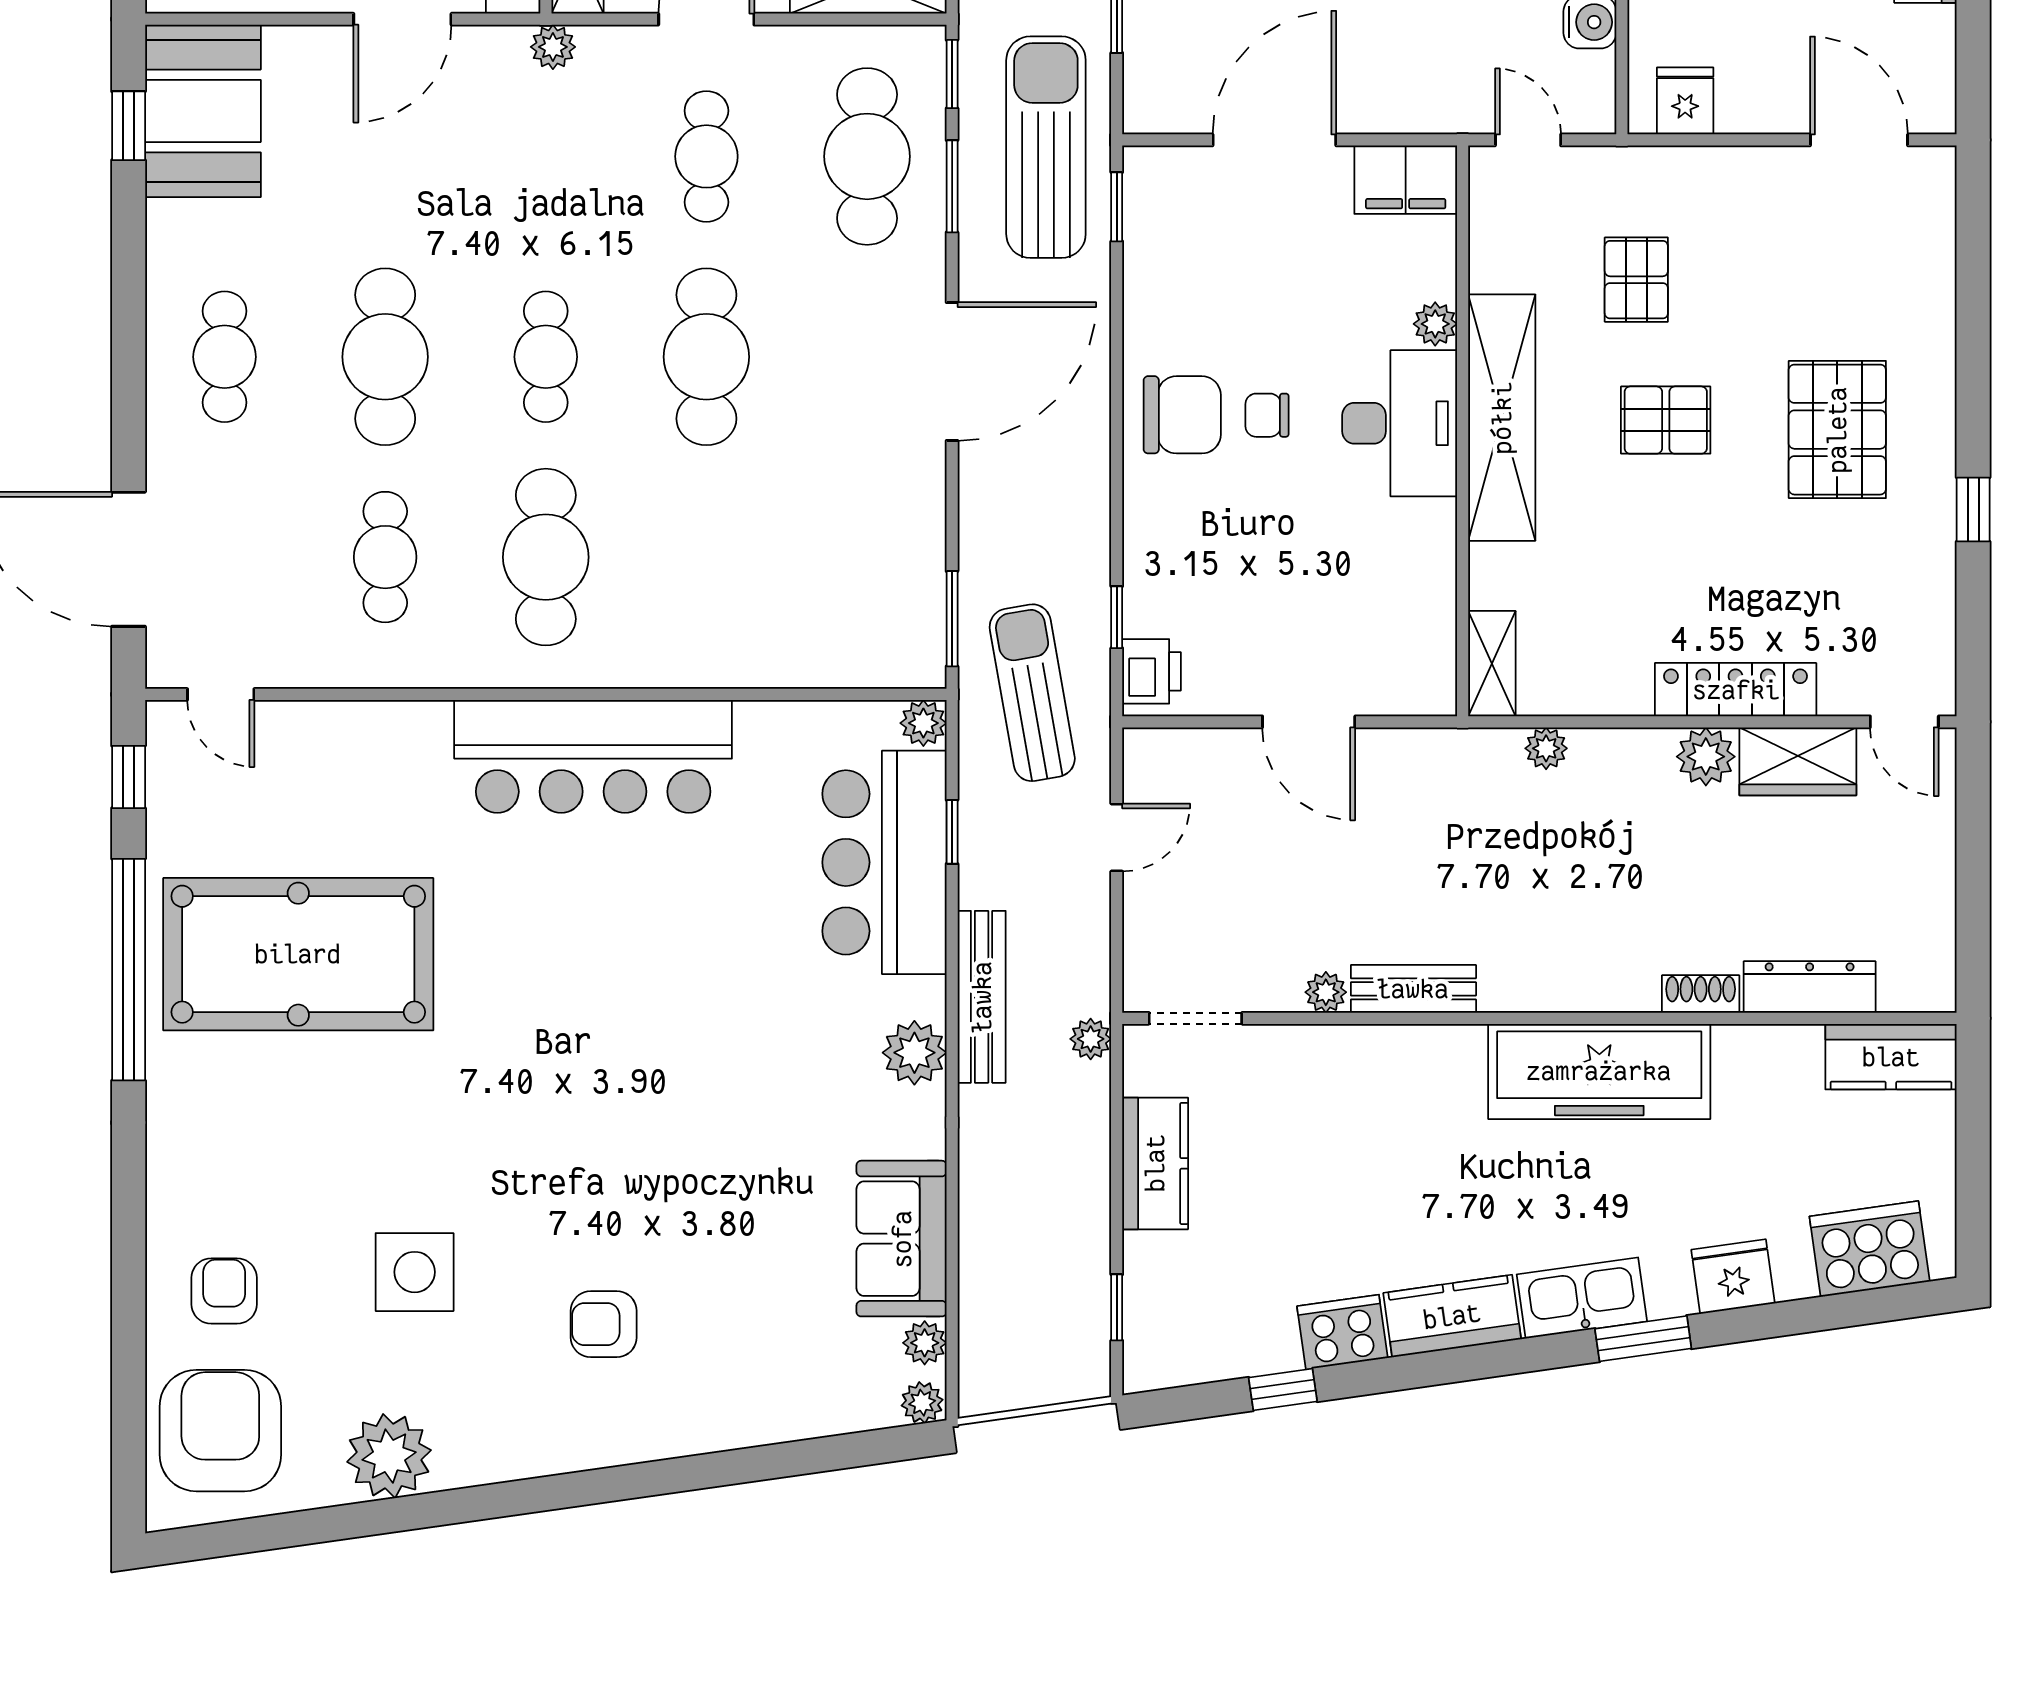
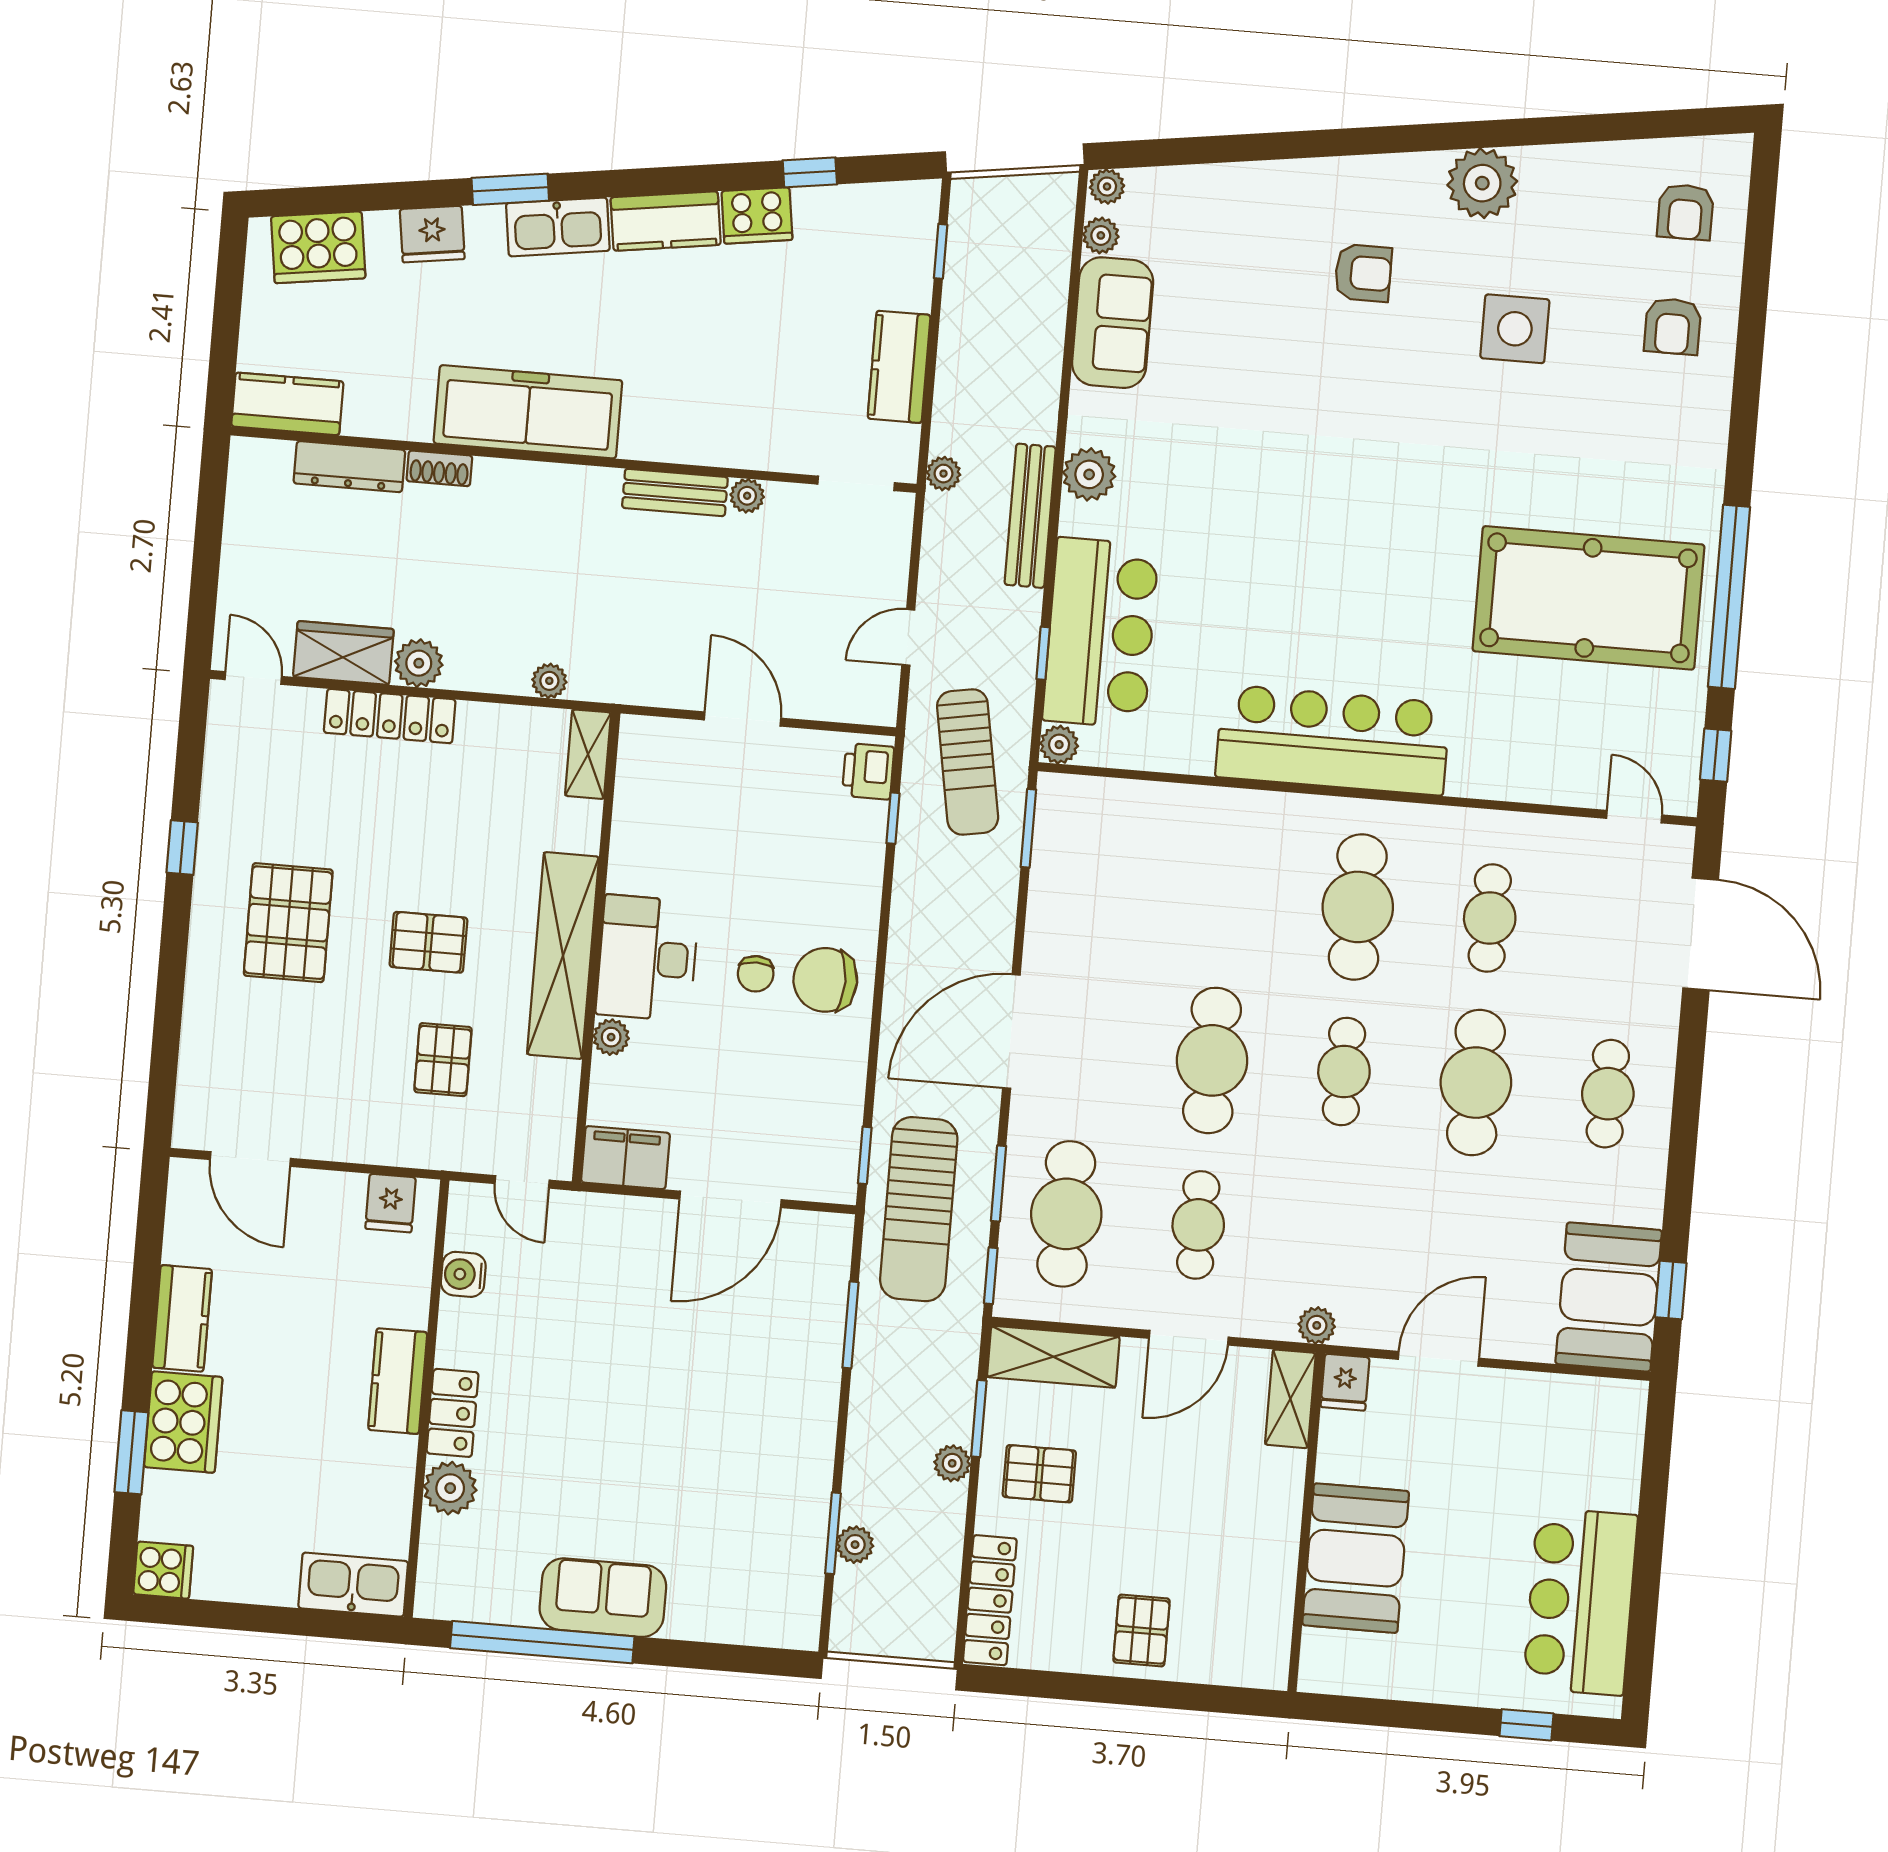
chair: (1267, 415) -> (756, 974), turned 90
armchair: (220, 1431) -> (1685, 212), width x0.53, depth x0.53
plant: (389, 1456) -> (1482, 183), moved

